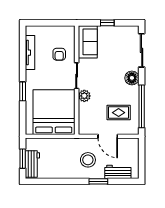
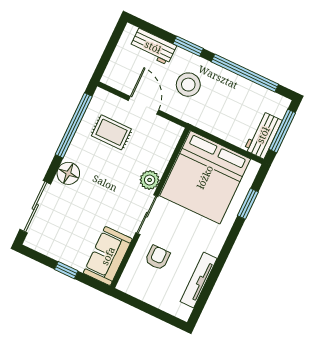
window: (23, 91) -> (248, 204), moved
window: (23, 159) -> (282, 131), width x1.44
workbench: (32, 164) -> (263, 135), moved
window: (59, 181) -> (245, 73), added

